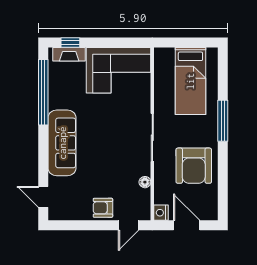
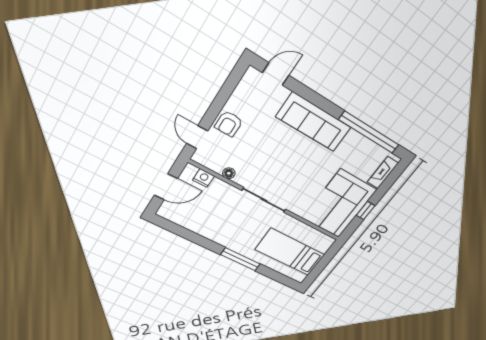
window: (70, 42) -> (366, 210), moved
armchair: (194, 166) -> (217, 220), removed
armchair: (103, 208) -> (229, 124), turned 180
nightstand: (161, 213) -> (204, 178), moved

